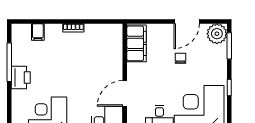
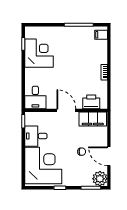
filing cabinet: (38, 32) -> (101, 35), moved
printer: (21, 78) -> (91, 102), moved, turned 180
door: (125, 93) -> (66, 110), moved

